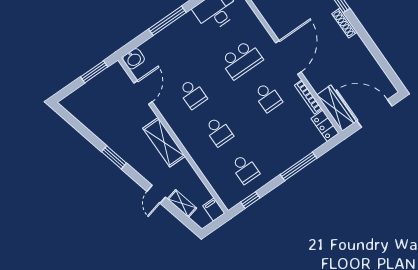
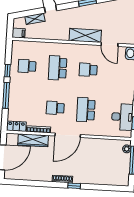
door: (288, 57) -> (68, 135), hinge flipped
wardrobe: (336, 108) -> (33, 140), moved
school desk: (219, 131) -> (58, 68), width x1.85
shelving: (164, 142) -> (85, 35), moved
window: (250, 200) -> (8, 71), moved

